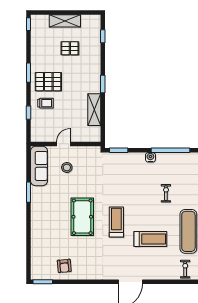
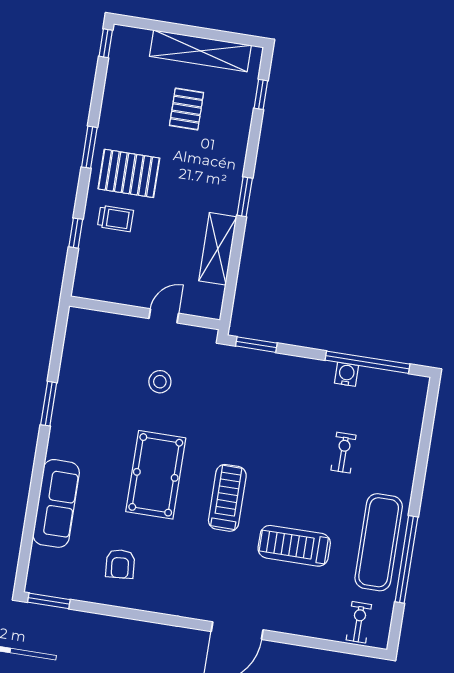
shelving: (65, 21) -> (200, 51), width x1.47
pallet: (70, 48) -> (187, 109), turned 90
door: (63, 144) -> (164, 316), moved
water cooler: (150, 157) -> (347, 374), moved
sofa: (39, 166) -> (56, 503), moved
stool: (67, 168) -> (160, 382), moved
treadmill: (150, 239) -> (294, 546), turned 180
armchair: (64, 266) -> (120, 564), moved

